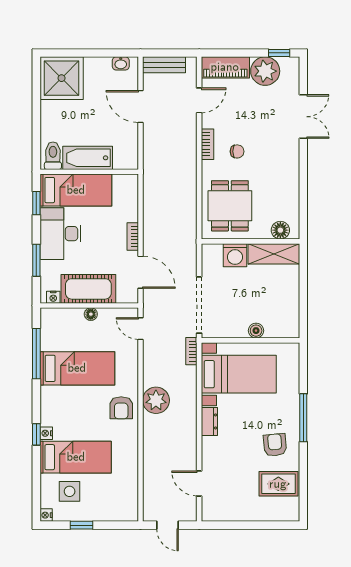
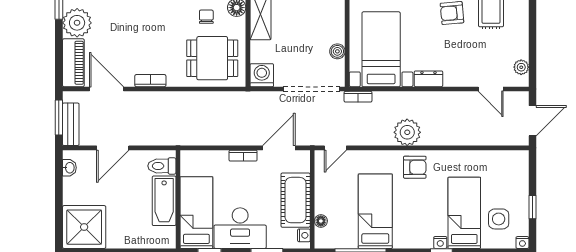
window: (171, 53) -> (59, 117), added
door: (199, 100) -> (106, 89), width x1.38
chair: (237, 151) -> (206, 17), moved
toilet: (53, 156) -> (162, 166), moved
washing machine: (235, 255) -> (262, 75), moved, turned -90
floor lamp: (91, 314) -> (321, 221), moved
boiler: (256, 331) -> (337, 51), moved
door: (199, 483) -> (491, 89), hinge flipped
plant: (221, 514) -> (521, 67), added
door: (168, 525) -> (532, 121), width x1.38

